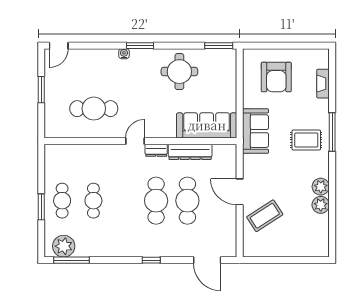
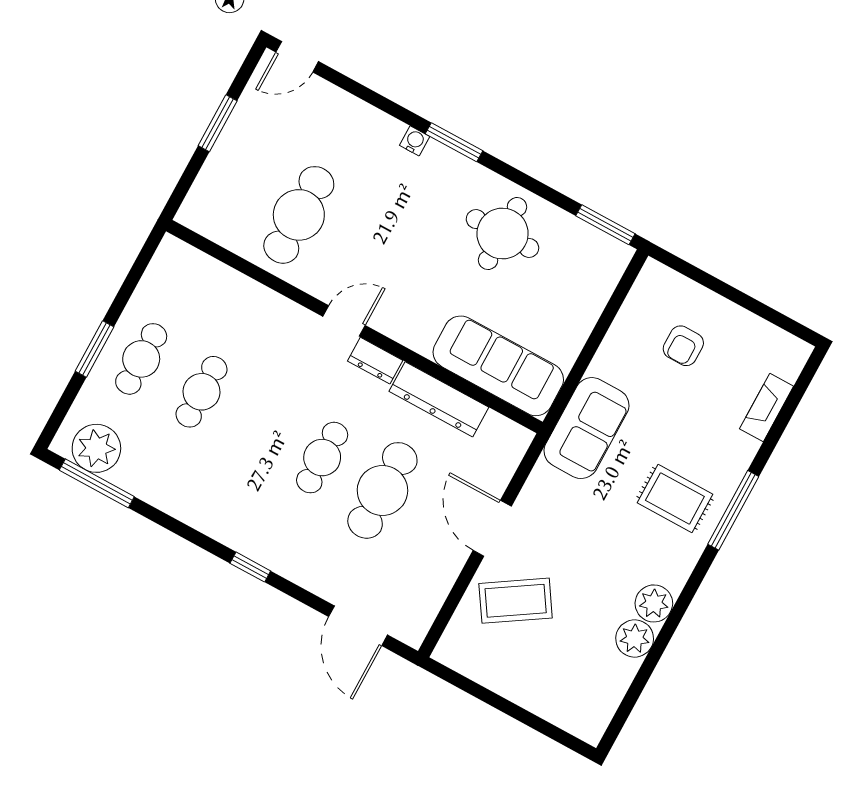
armchair: (276, 77) -> (683, 346), width x0.53, depth x0.53
cafe table: (94, 109) -> (299, 215), turned 90
cafe table: (156, 201) -> (322, 458), width x0.73, depth x0.74

